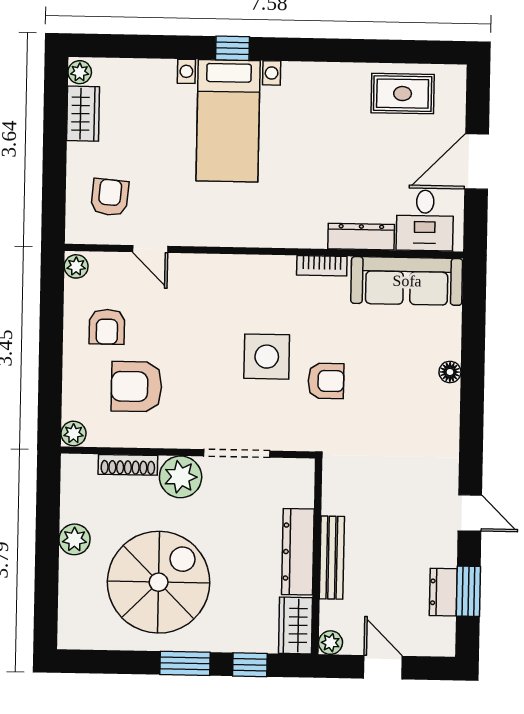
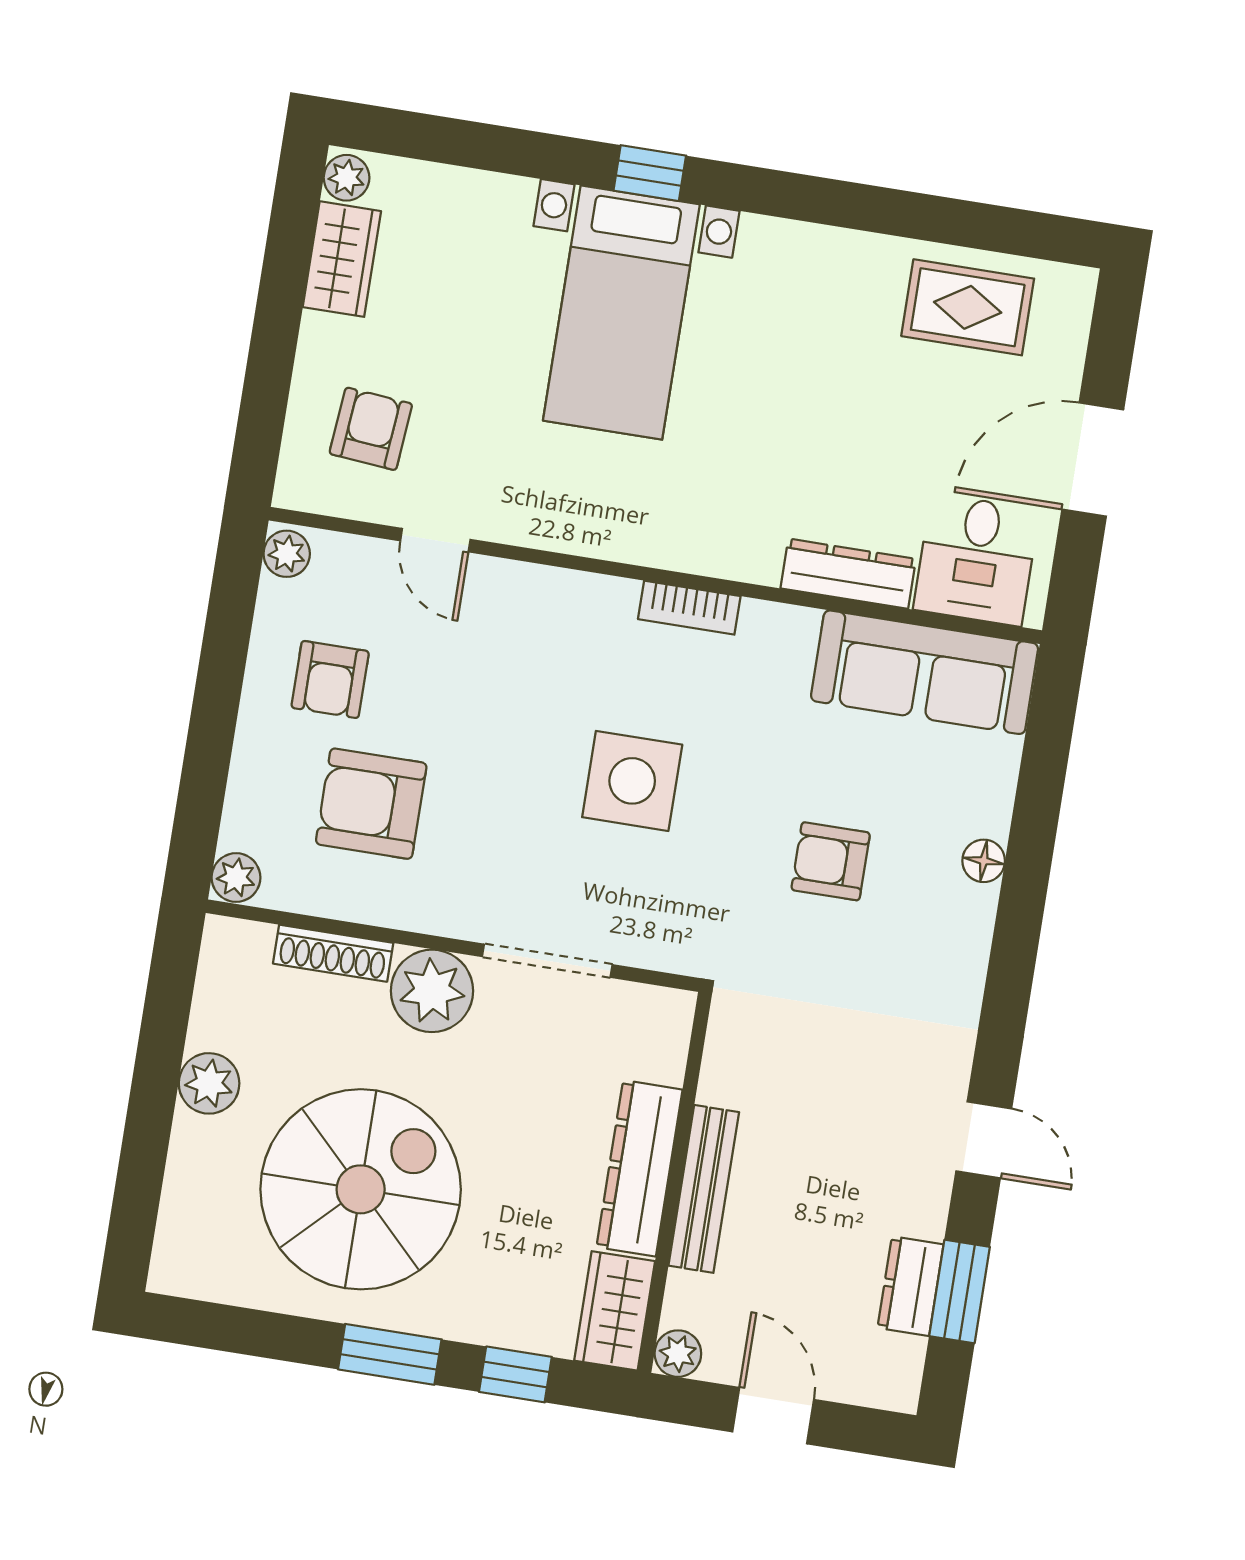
bookcase: (322, 266) -> (689, 608), moved
armchair: (326, 381) -> (831, 861), moved, turned 180

